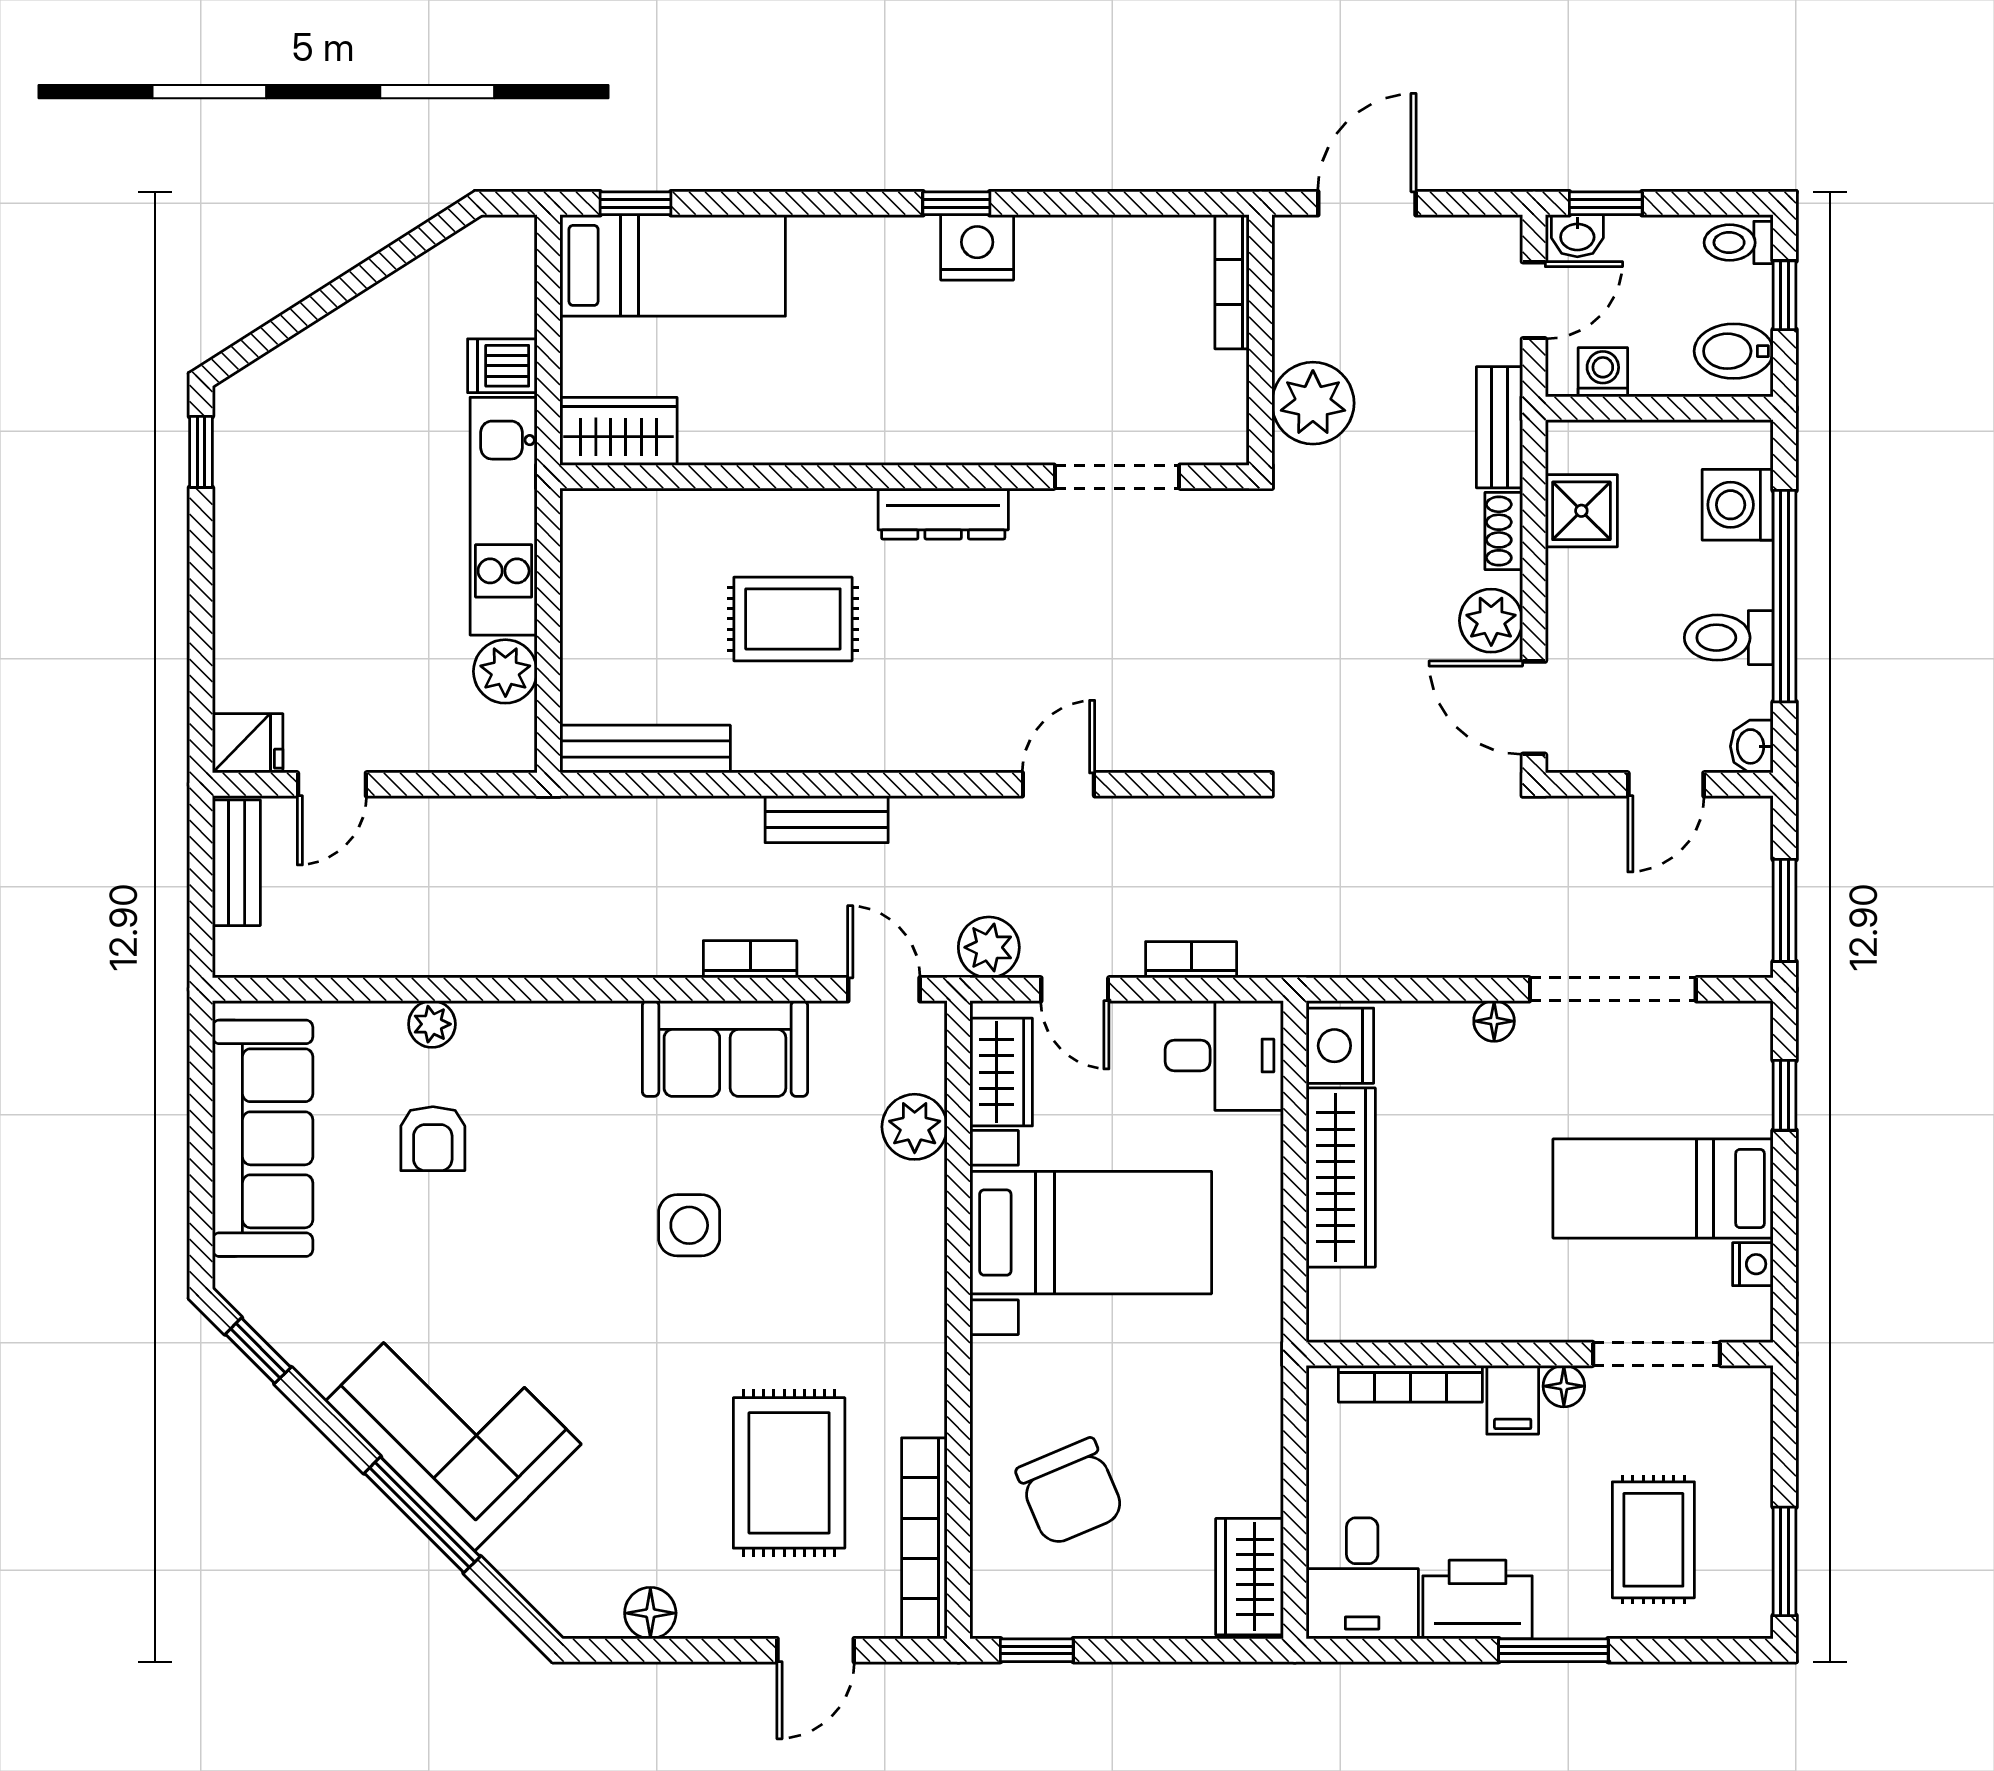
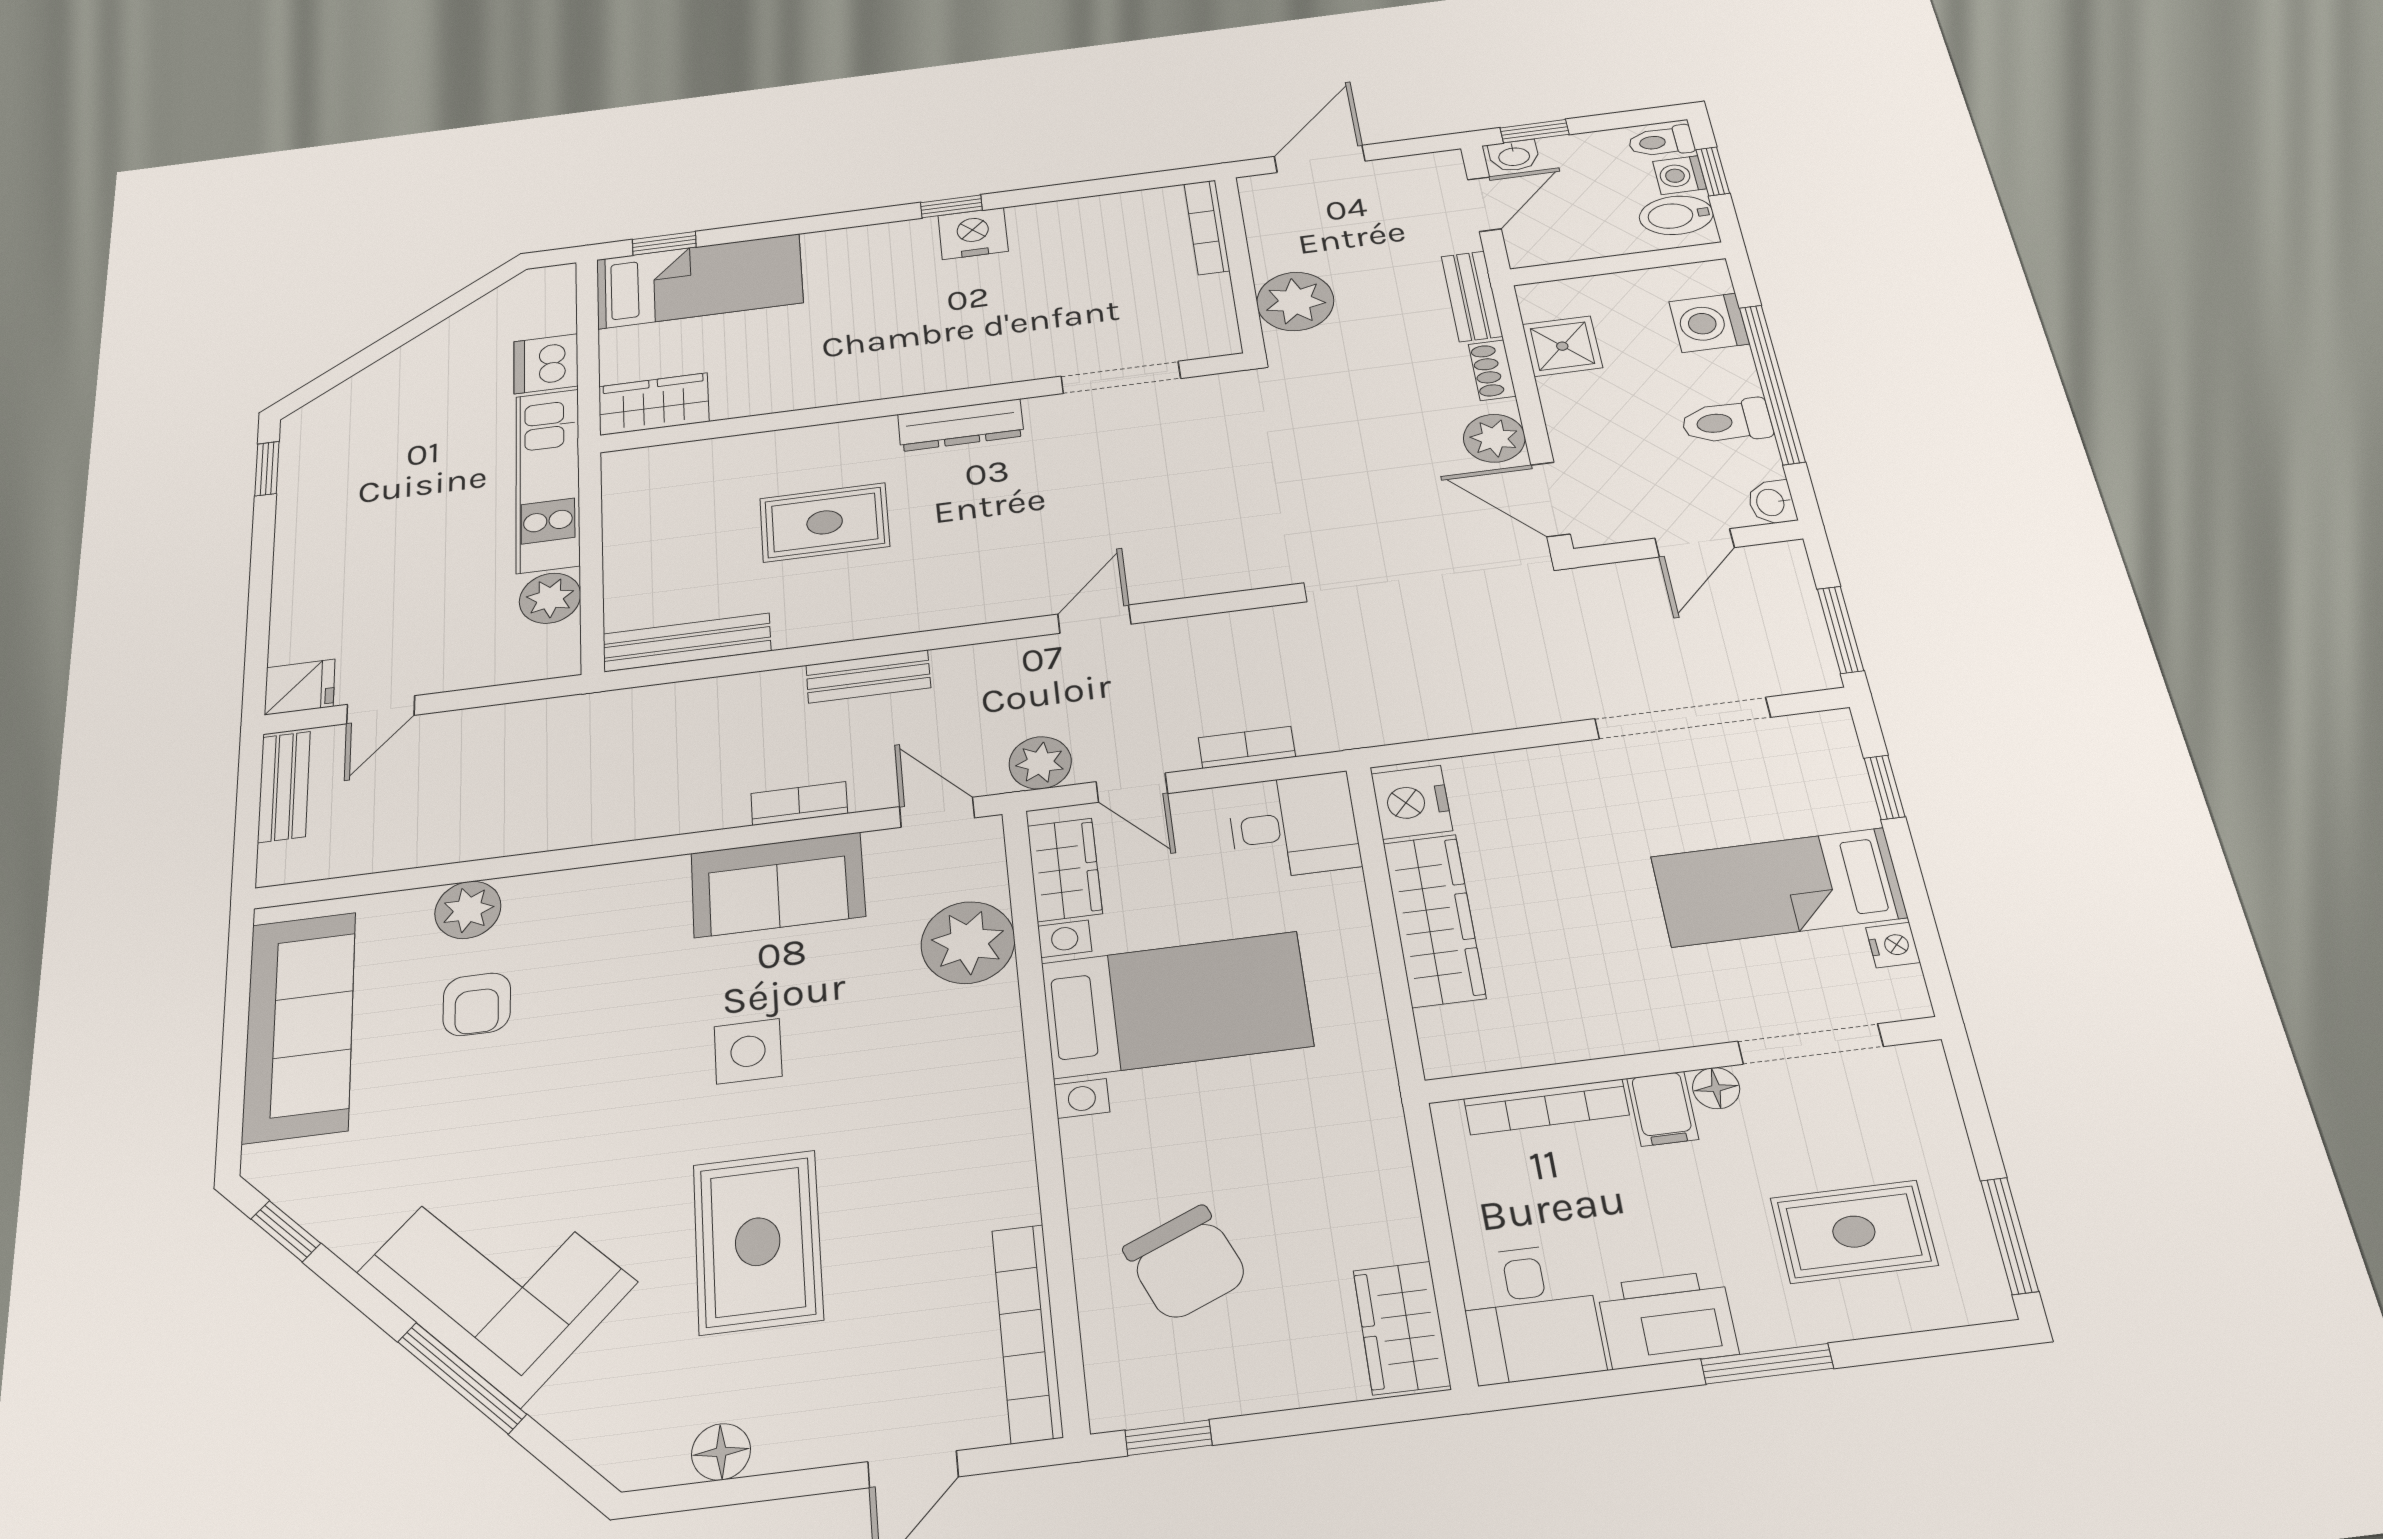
dishwasher: (502, 366) -> (546, 364), width x1.38
washing machine: (1603, 372) -> (1680, 175), moved, turned -90
floor lamp: (1494, 1021) -> (1567, 761), removed
plant: (432, 1024) -> (468, 910), width x1.38, depth x1.38
plant: (915, 1127) -> (968, 942), width x1.36, depth x1.36
rug: (789, 1473) -> (758, 1242), moved
rug: (1653, 1540) -> (1854, 1232), turned 90

